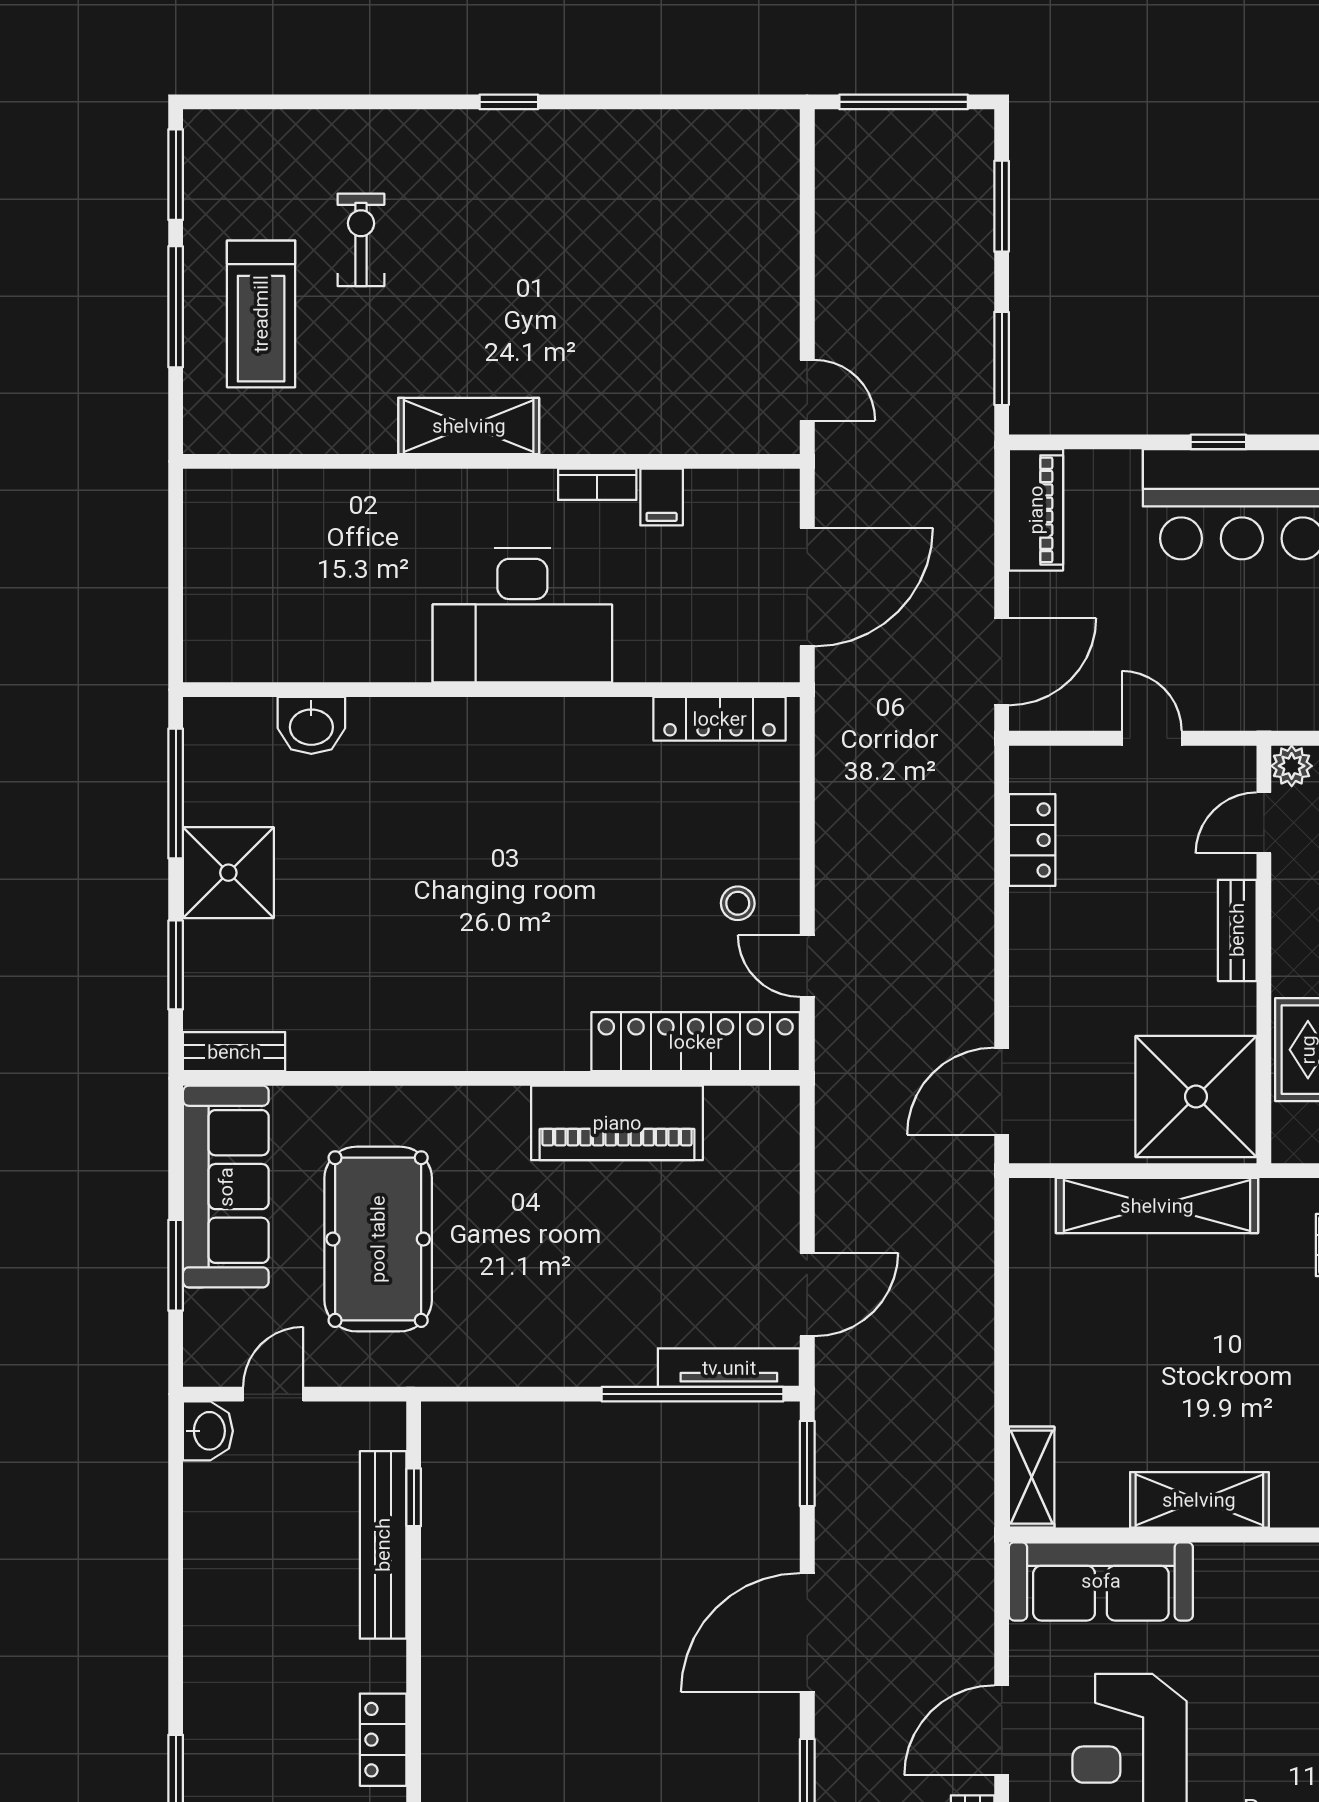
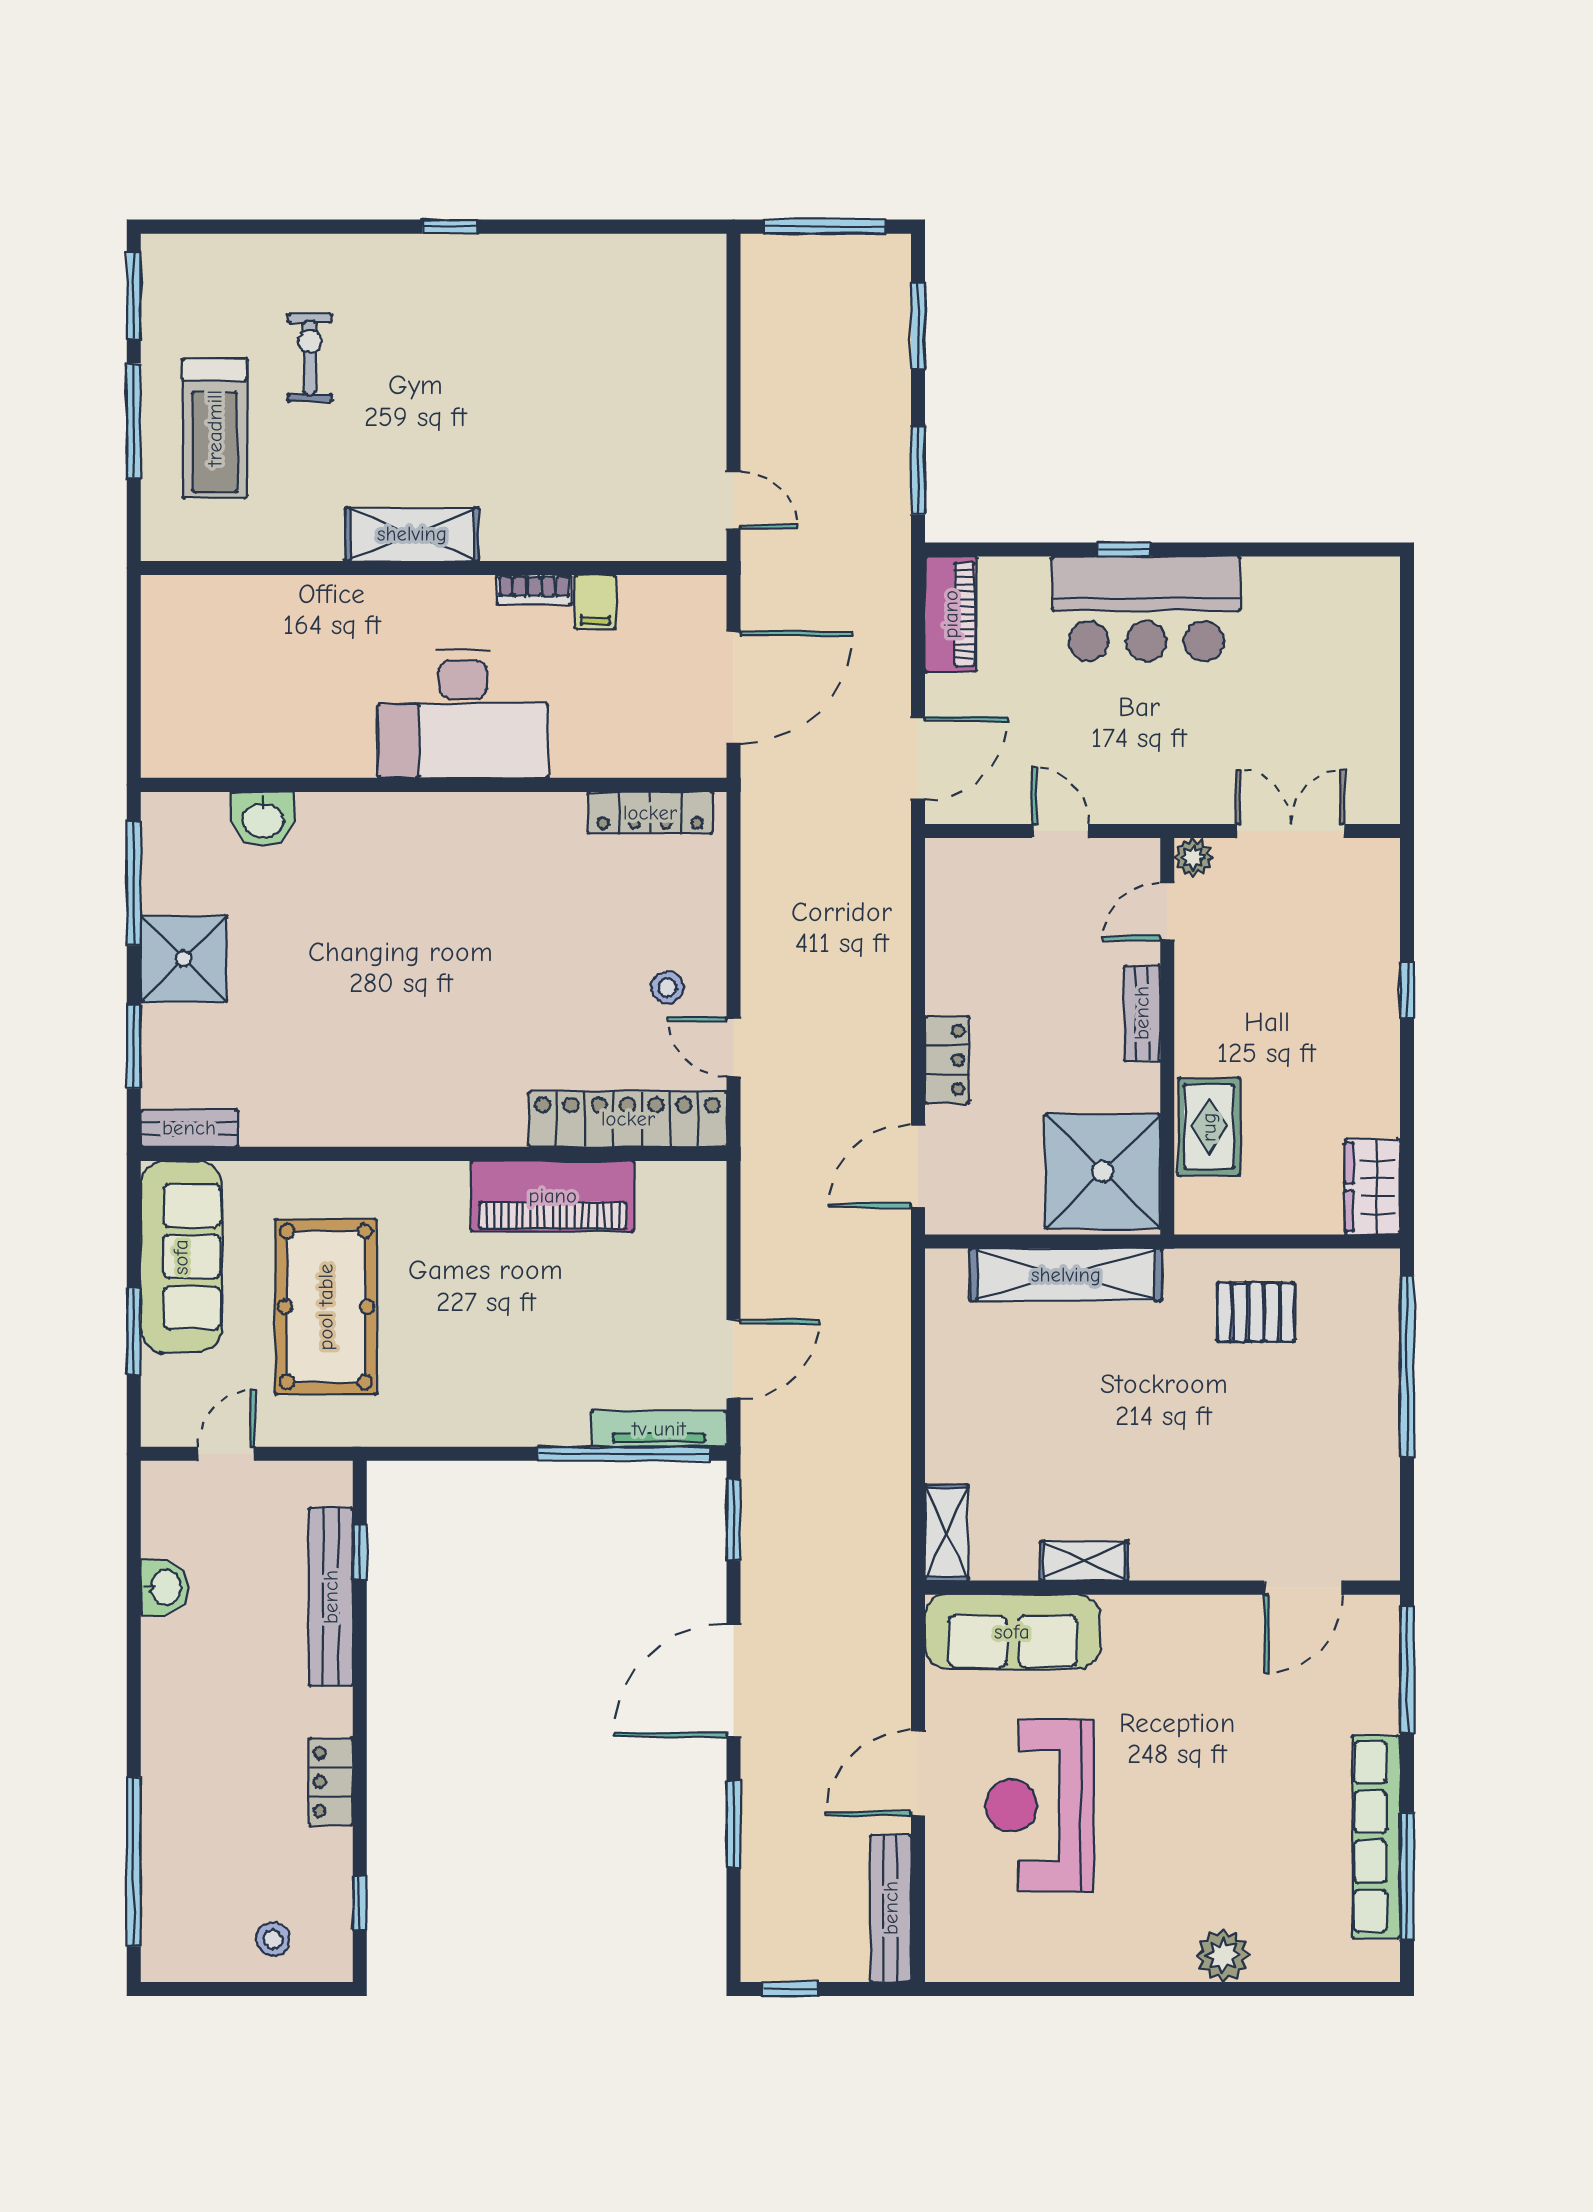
locker: (1032, 840) -> (947, 1060), moved
washbasin: (208, 1431) -> (164, 1587), moved
shelving: (1199, 1500) -> (1084, 1561), width x0.67, depth x0.75

